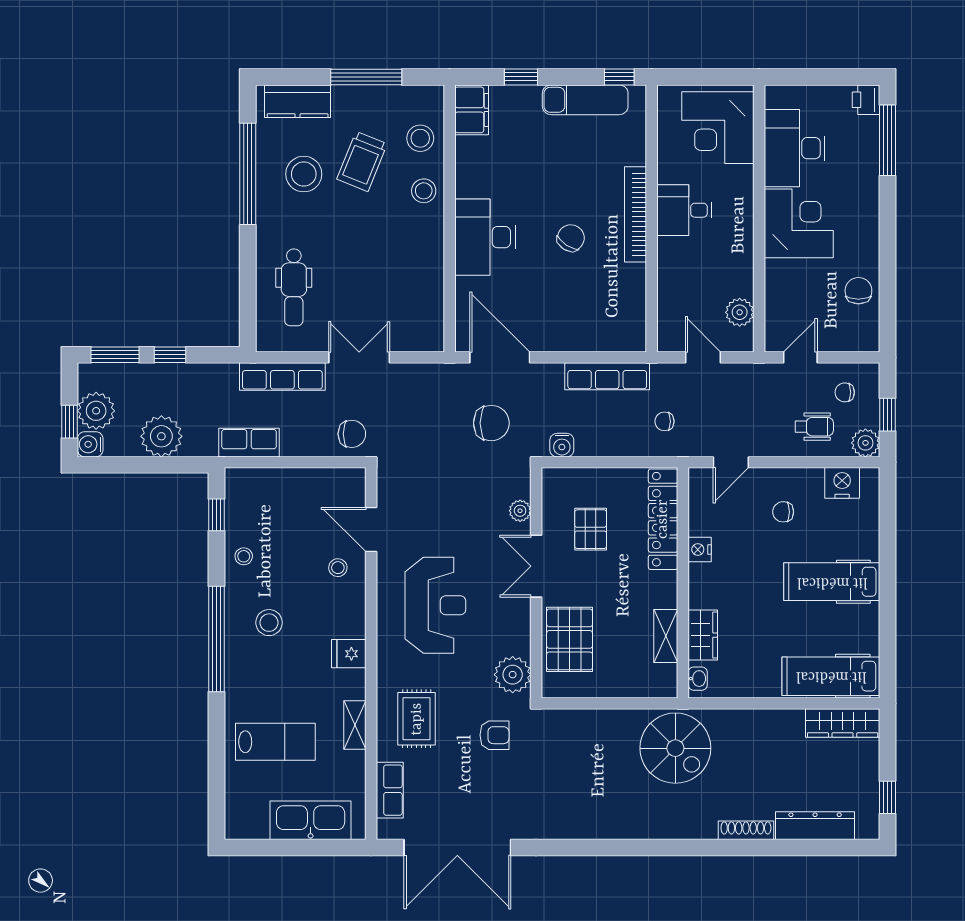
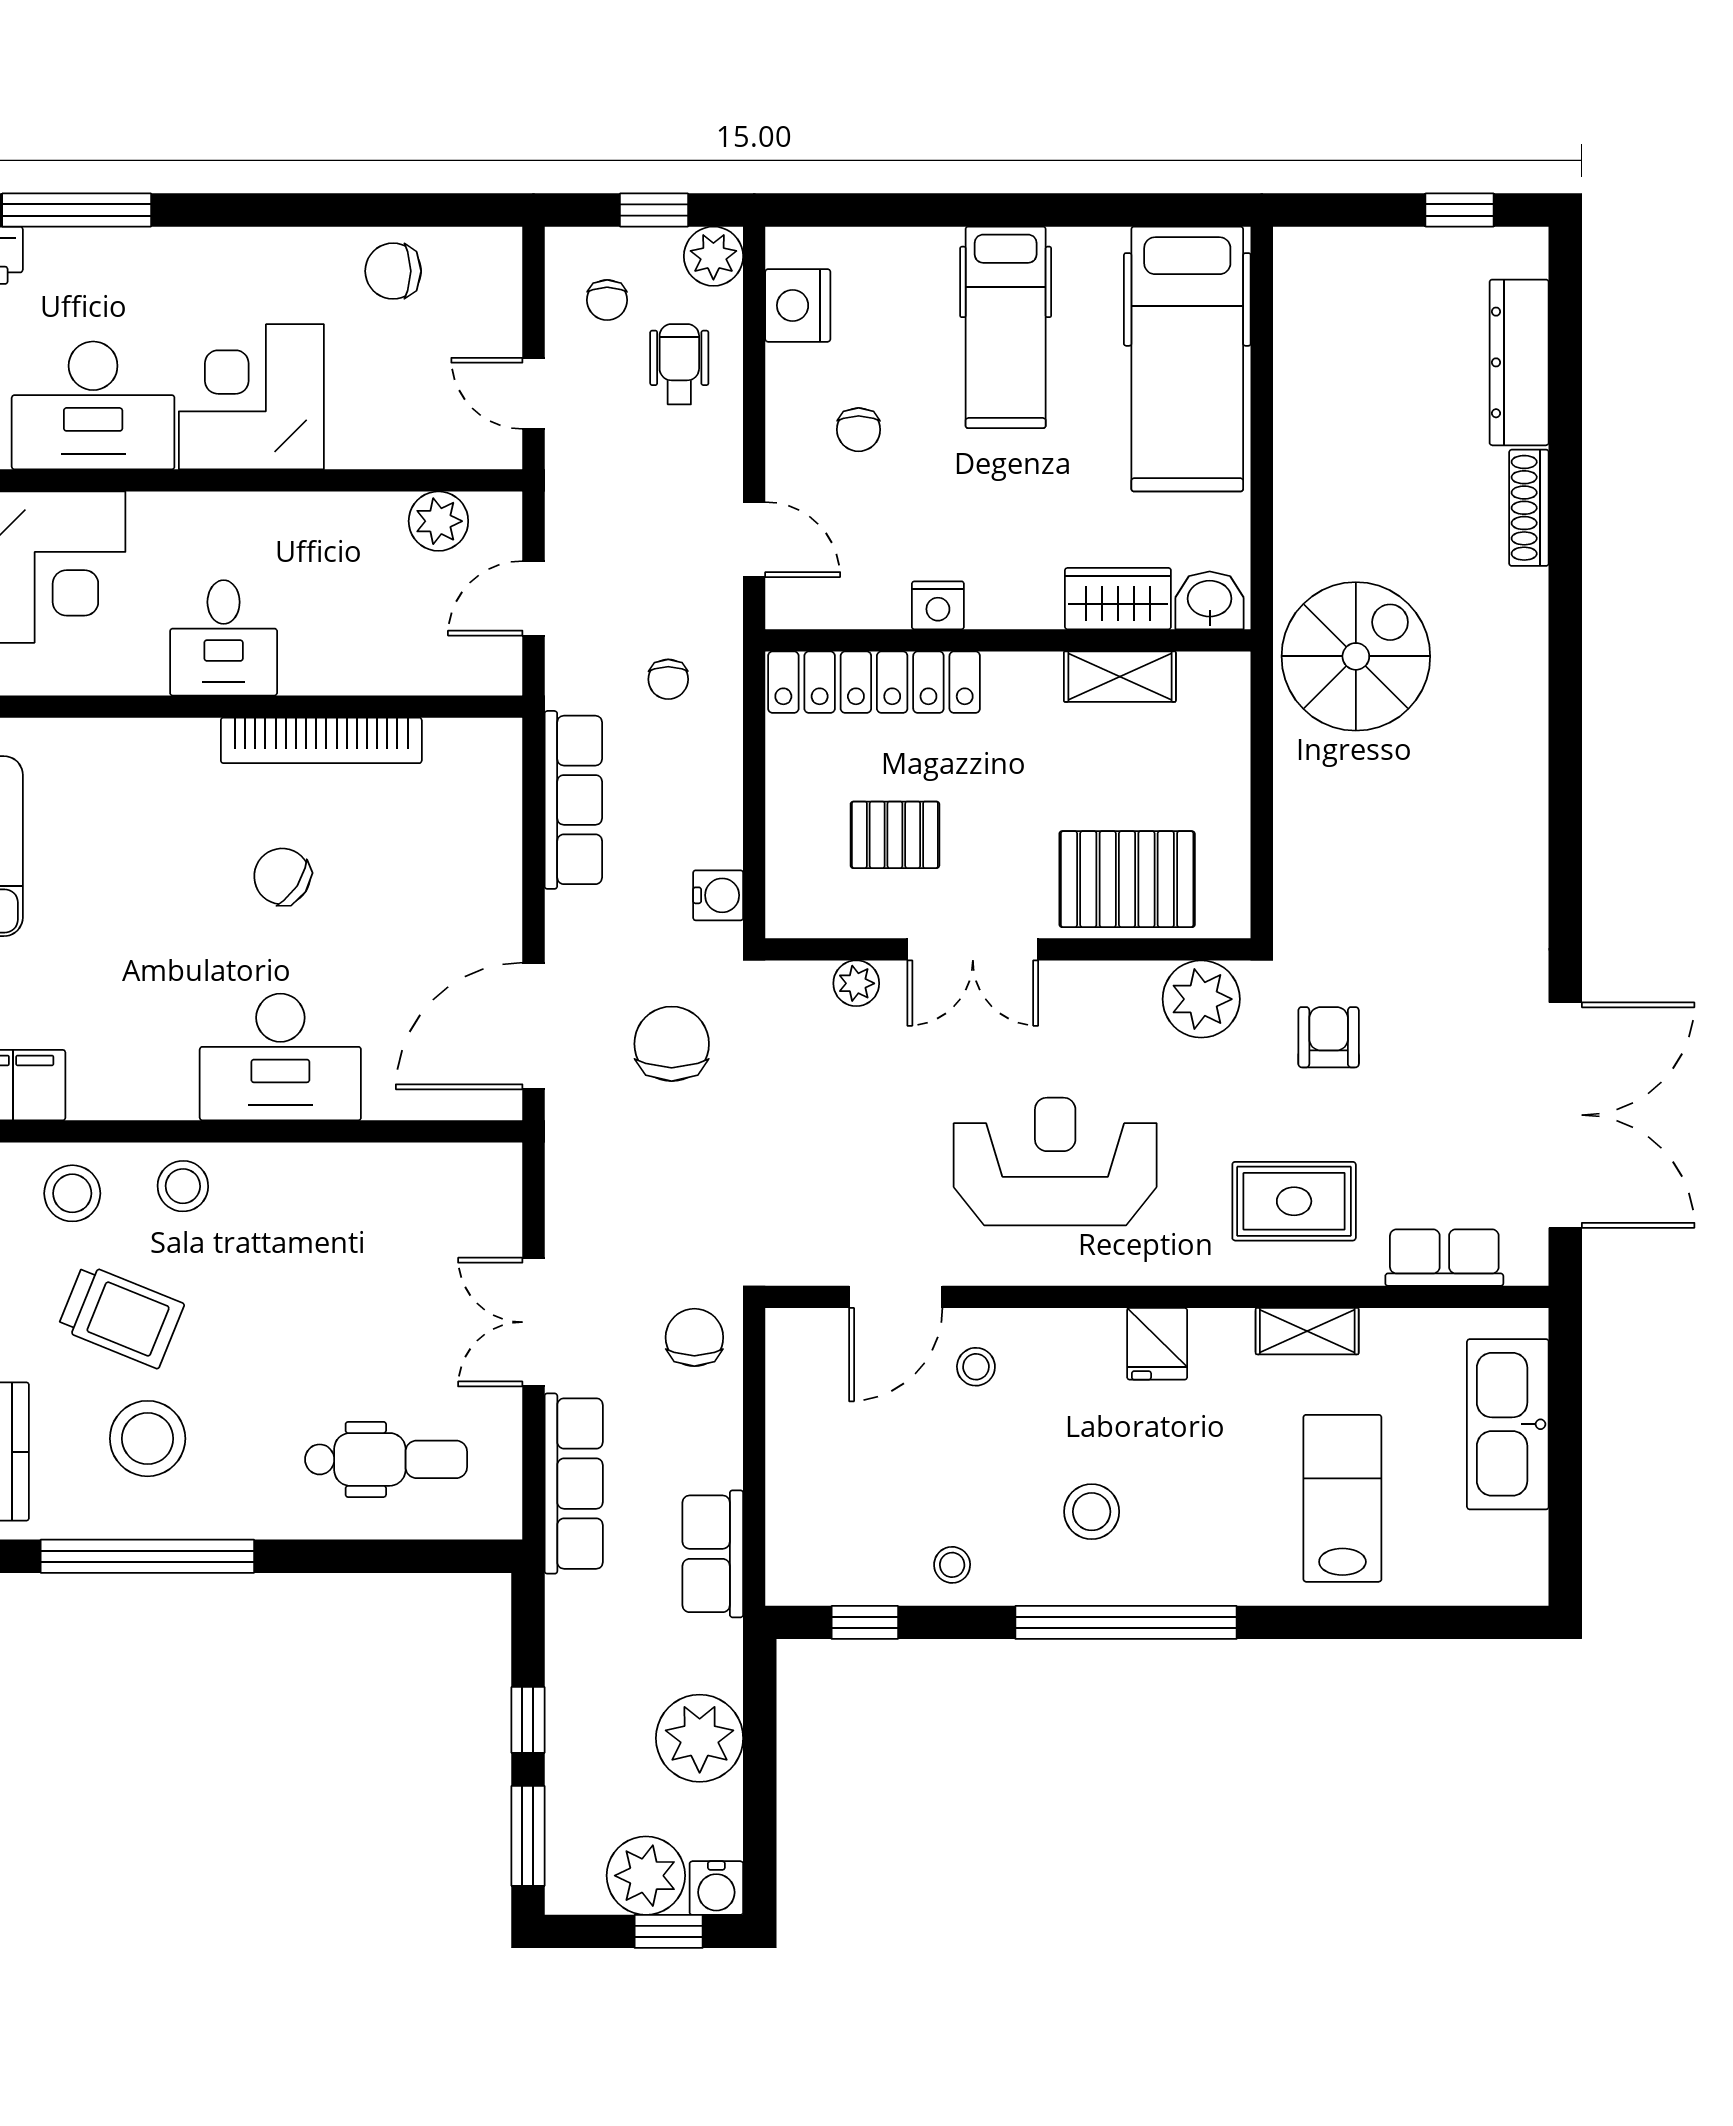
bookcase: (635, 214) -> (321, 740), moved
hospital bed: (831, 676) -> (1187, 359), width x1.37, depth x1.29
washbasin: (698, 679) -> (1210, 600), width x1.38, depth x1.45
wardrobe: (843, 723) -> (1303, 304), removed

